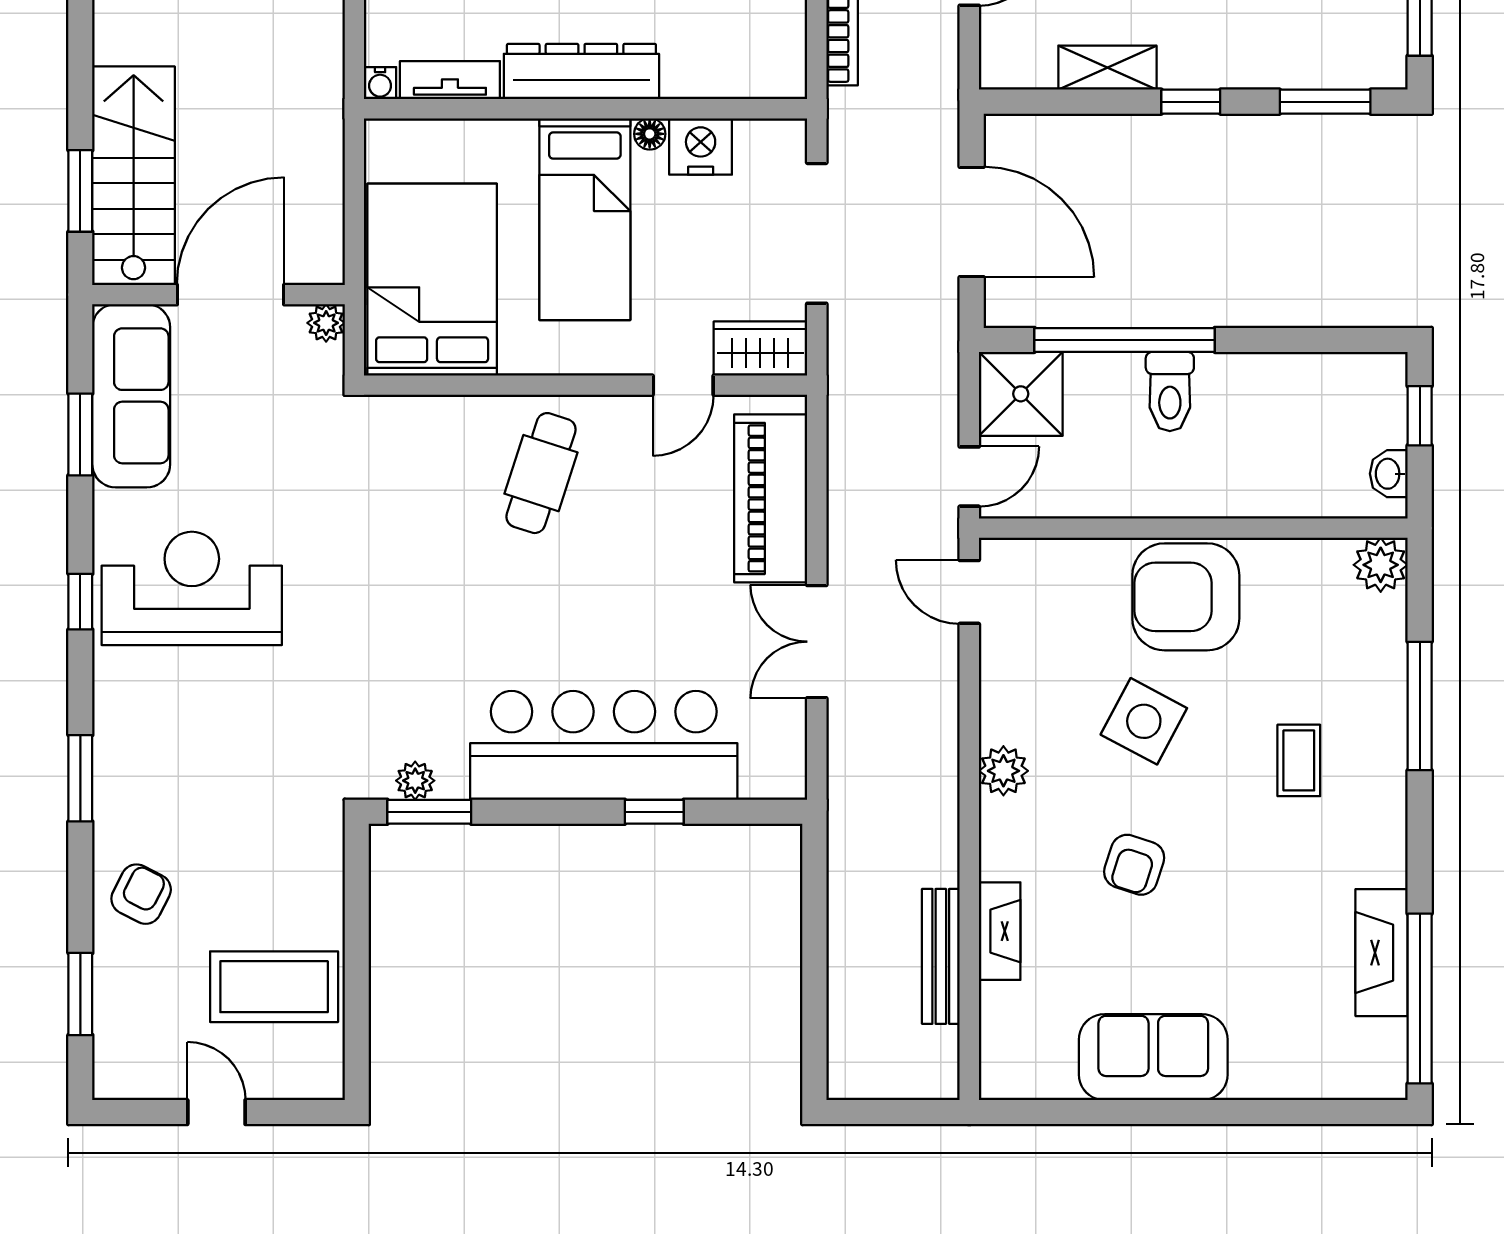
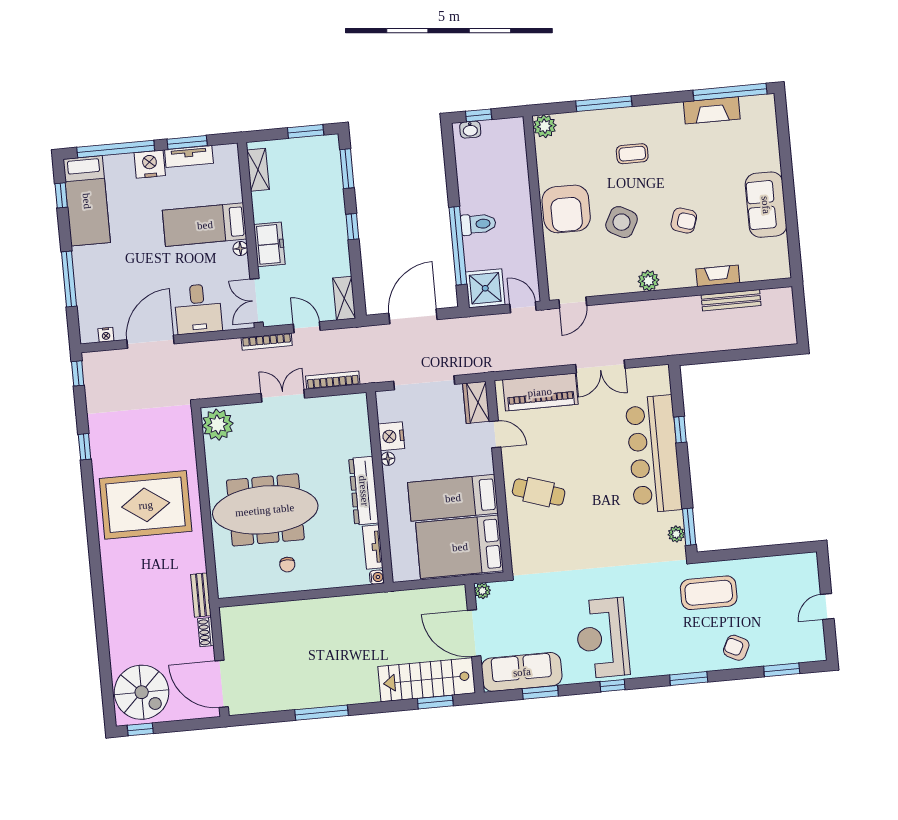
shelving: (1107, 68) -> (344, 298), moved
bed: (585, 219) -> (453, 498), moved, turned 180
washbasin: (1389, 474) -> (470, 130), moved
coffee table: (274, 987) -> (709, 593), moved, turned 90

